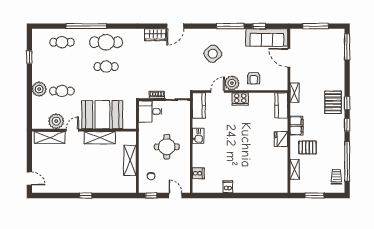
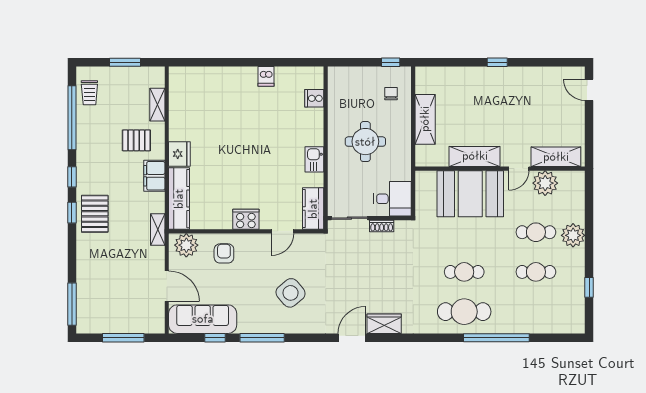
cafe table: (62, 42) -> (536, 272), moved
plant: (232, 83) -> (186, 245), moved
kitchen counter: (281, 105) -> (179, 199), width x1.50
door: (175, 196) -> (351, 62), removed

